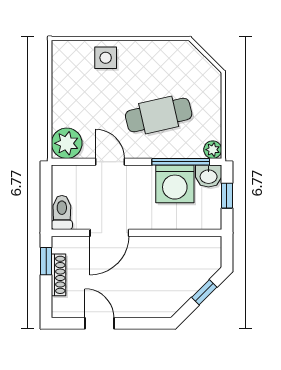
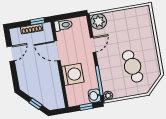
side table: (106, 58) -> (145, 34), removed
cafe table: (159, 115) -> (133, 66), moved
washing machine: (175, 184) -> (73, 74), moved, turned 180

